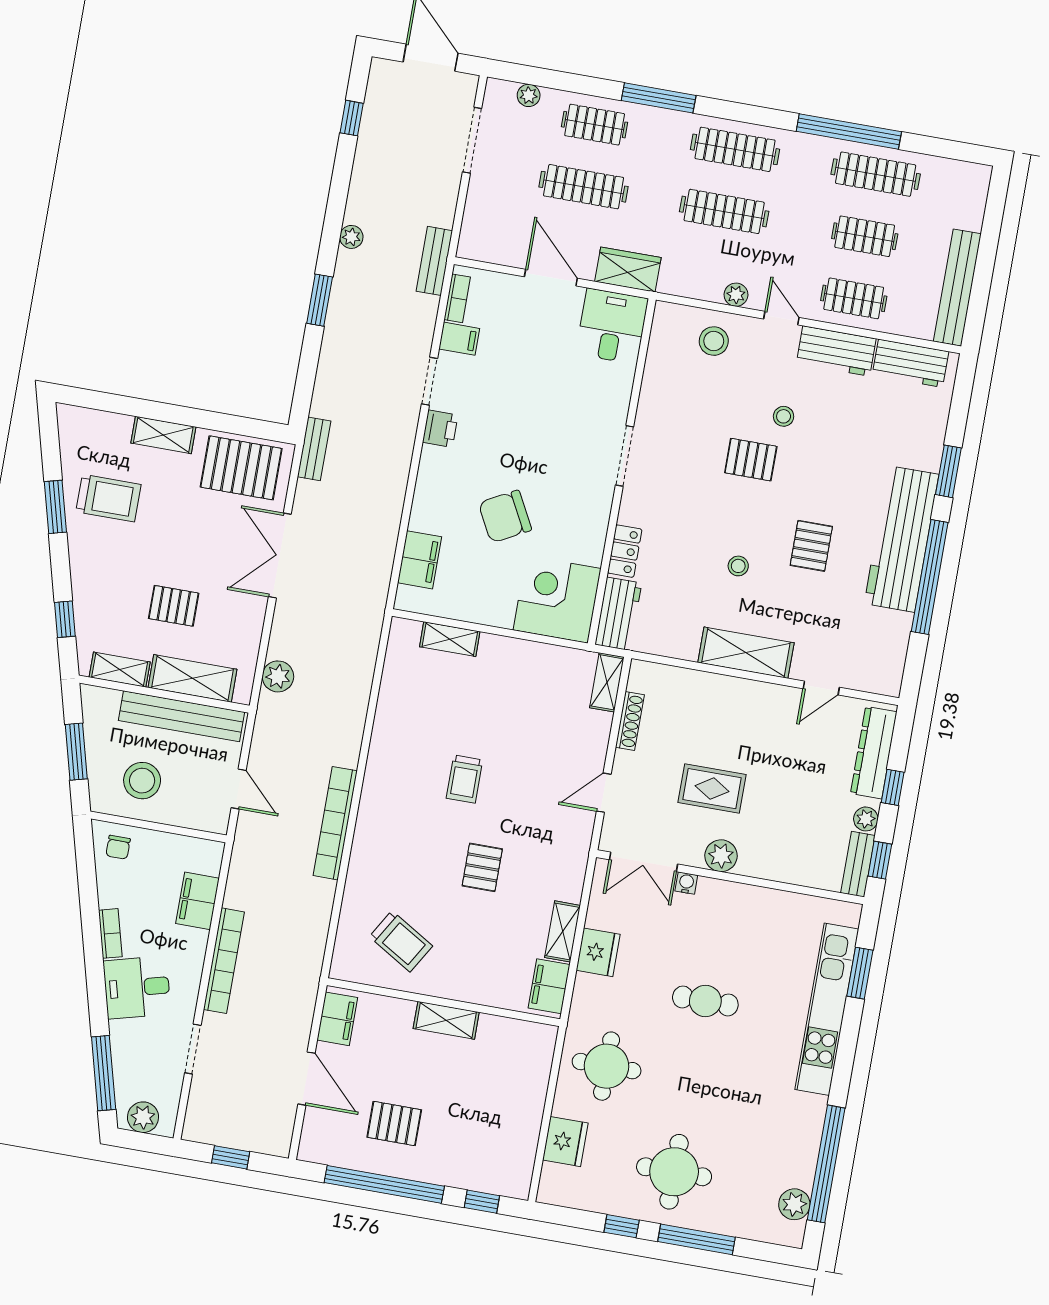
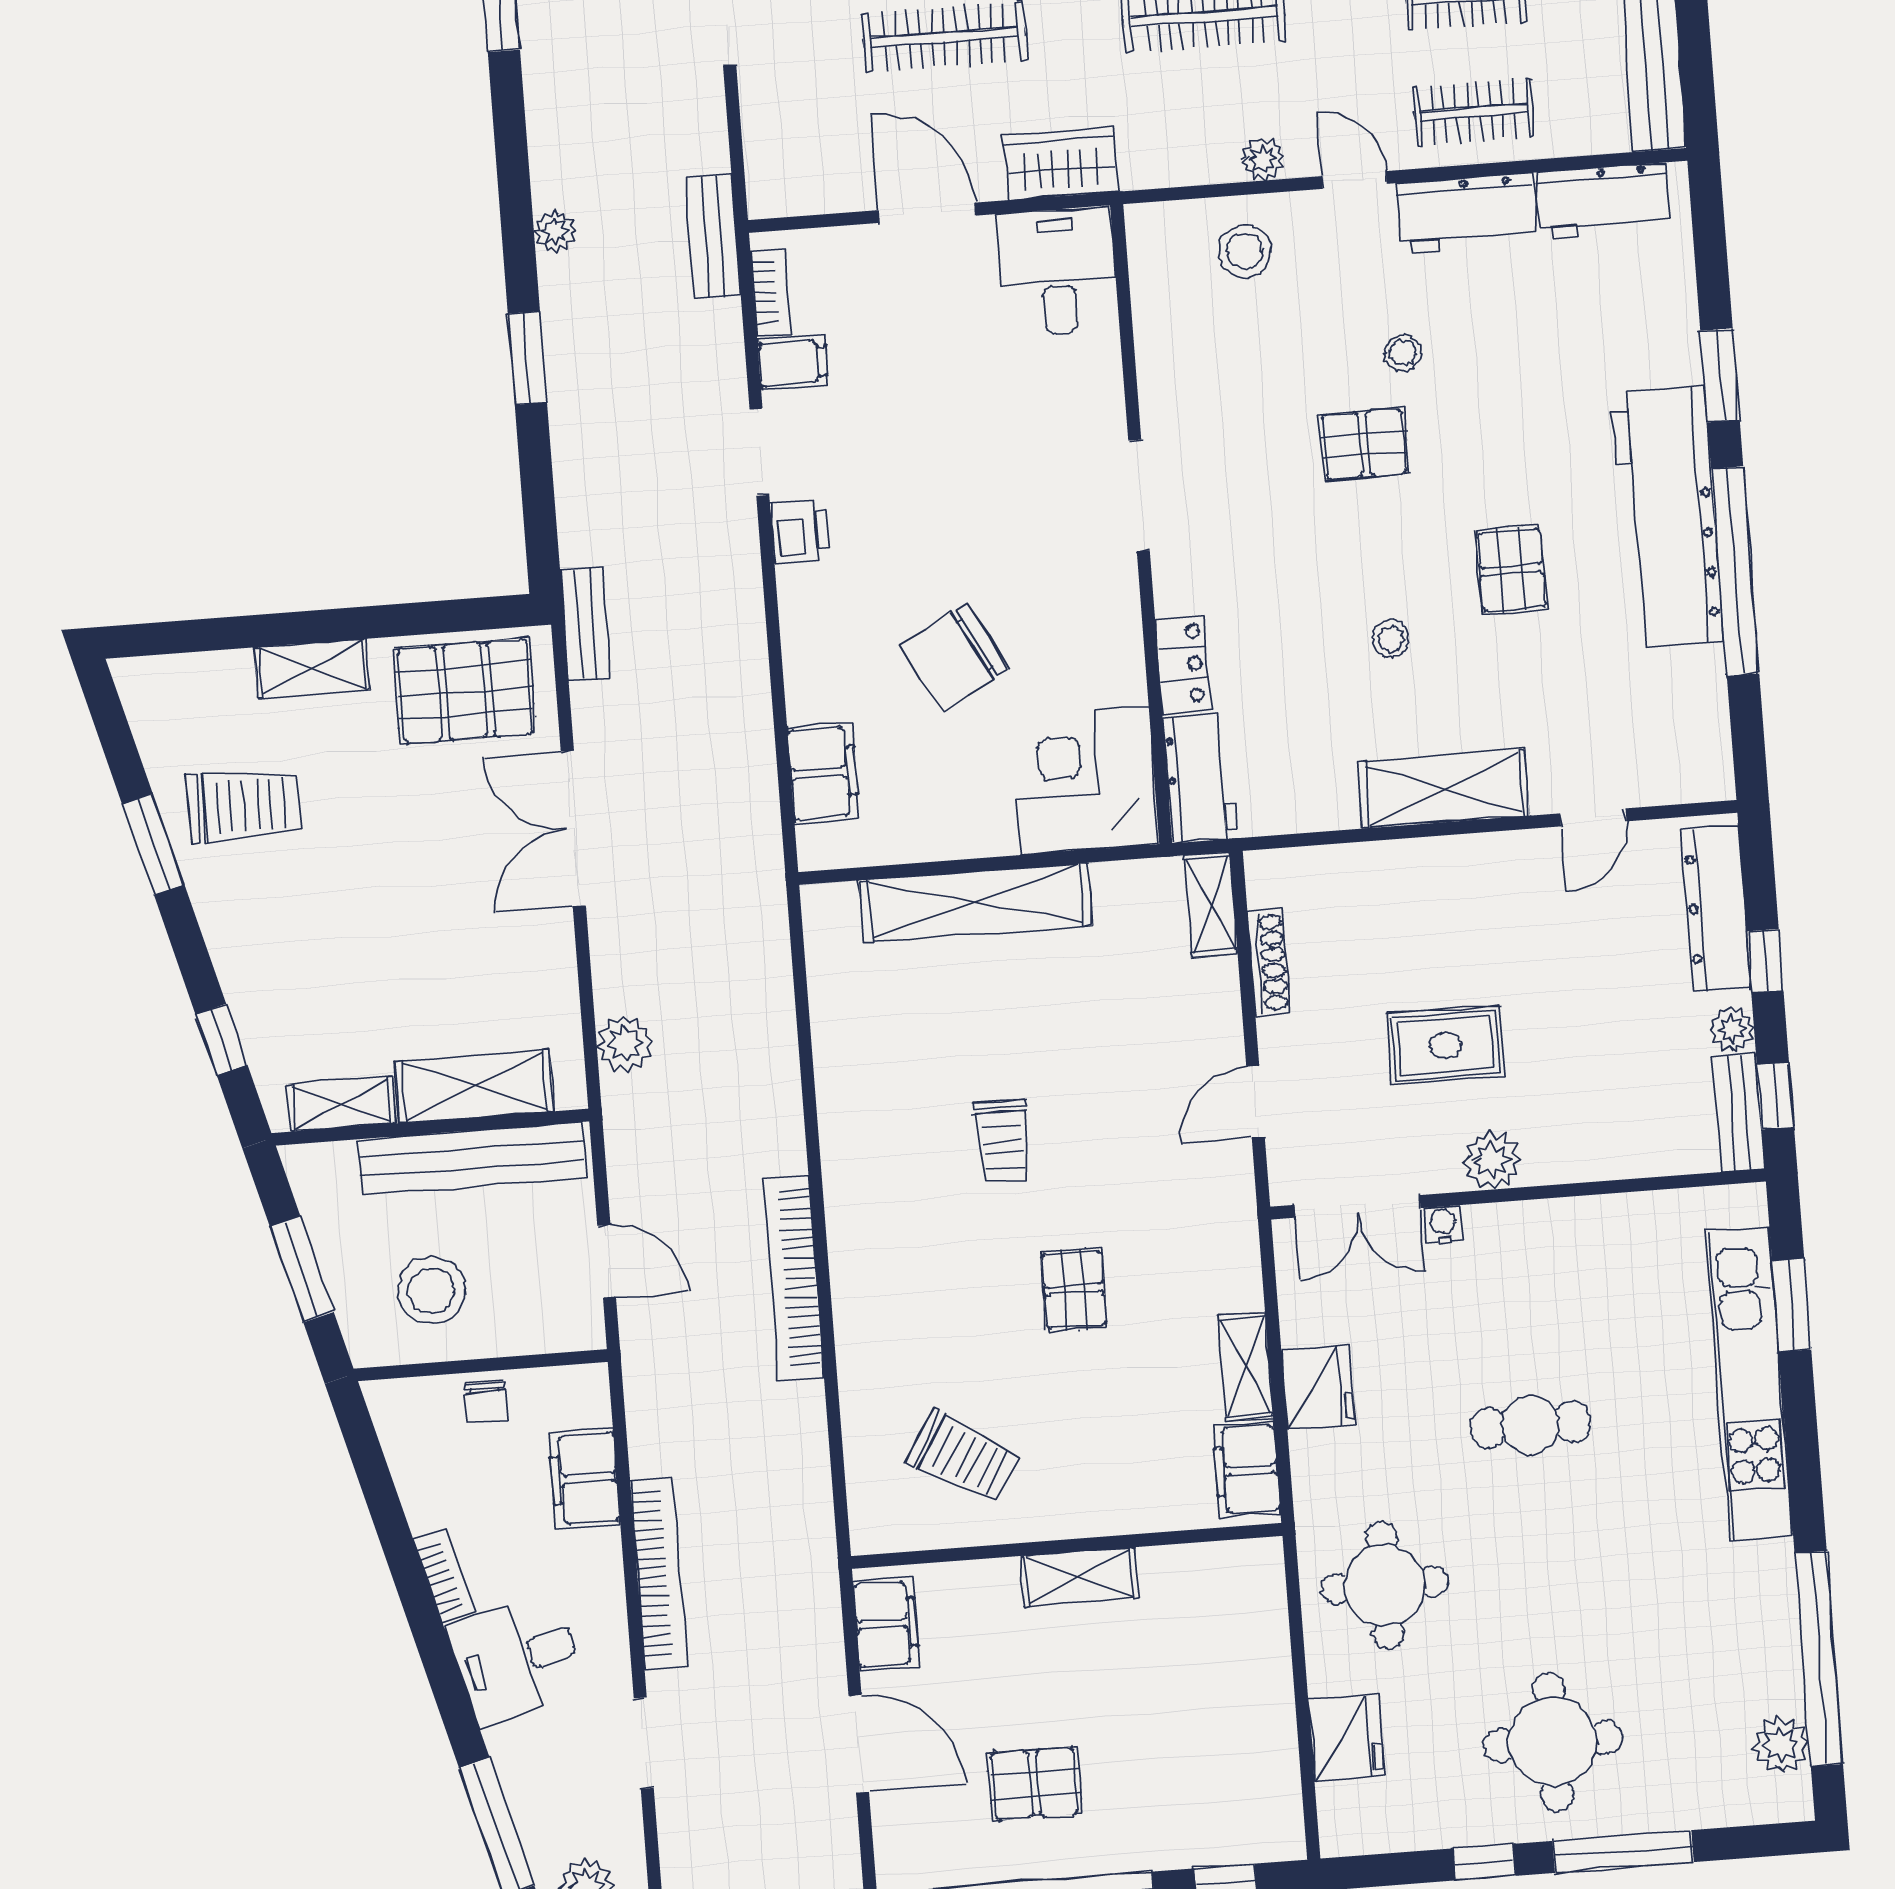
pallet: (174, 606) -> (408, 966), removed
shelving: (450, 639) -> (975, 903), width x2.20, depth x1.33
chair: (118, 847) -> (486, 1402), moved

